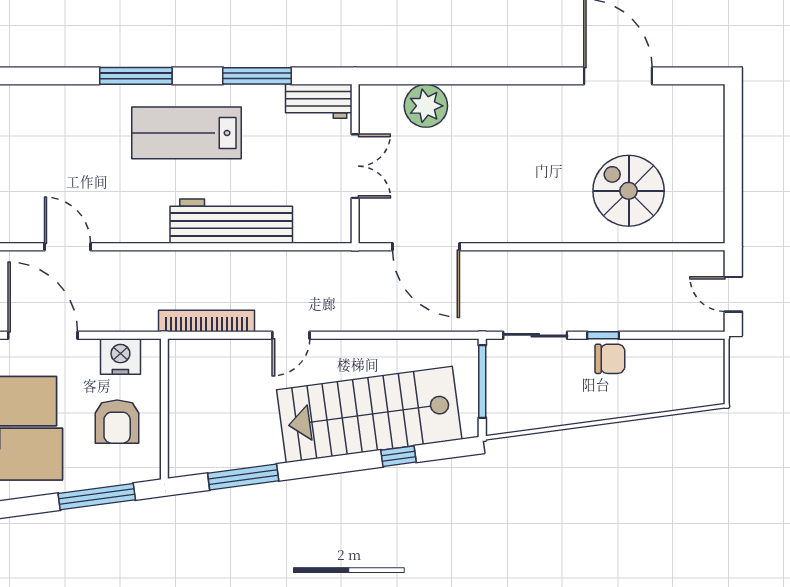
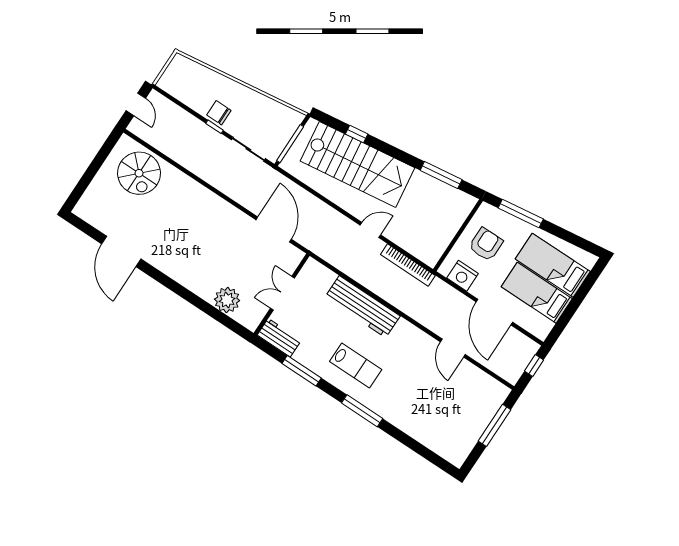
lab bench: (187, 133) -> (356, 366), width x0.73, depth x0.72
spiral stairs: (629, 191) -> (139, 173), moved

